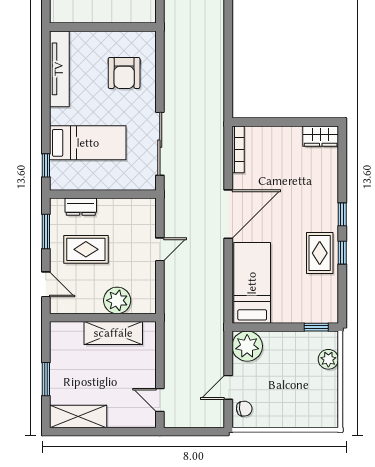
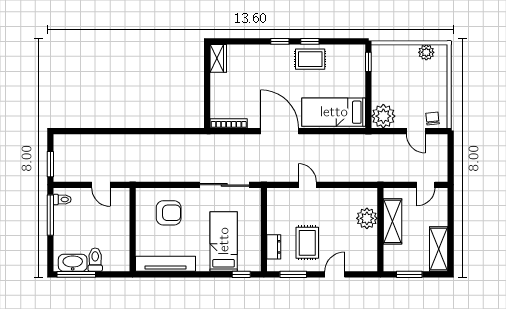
plant: (117, 300) -> (367, 218), moved
wall: (103, 318) -> (380, 230), moved
shelving: (113, 333) -> (392, 221), moved
plant: (328, 359) -> (426, 52), moved

